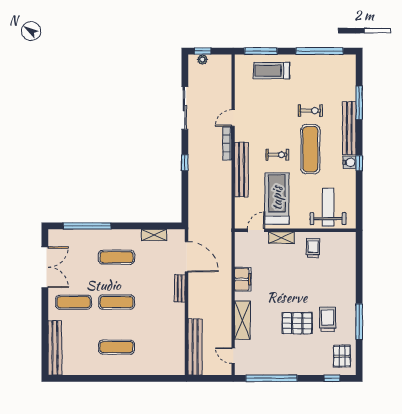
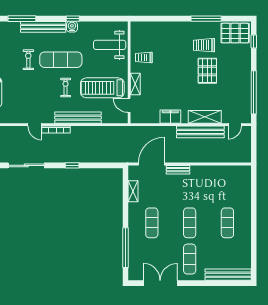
bench: (195, 347) -> (200, 132), moved
pallet: (342, 356) -> (235, 33), width x1.50, depth x1.42

